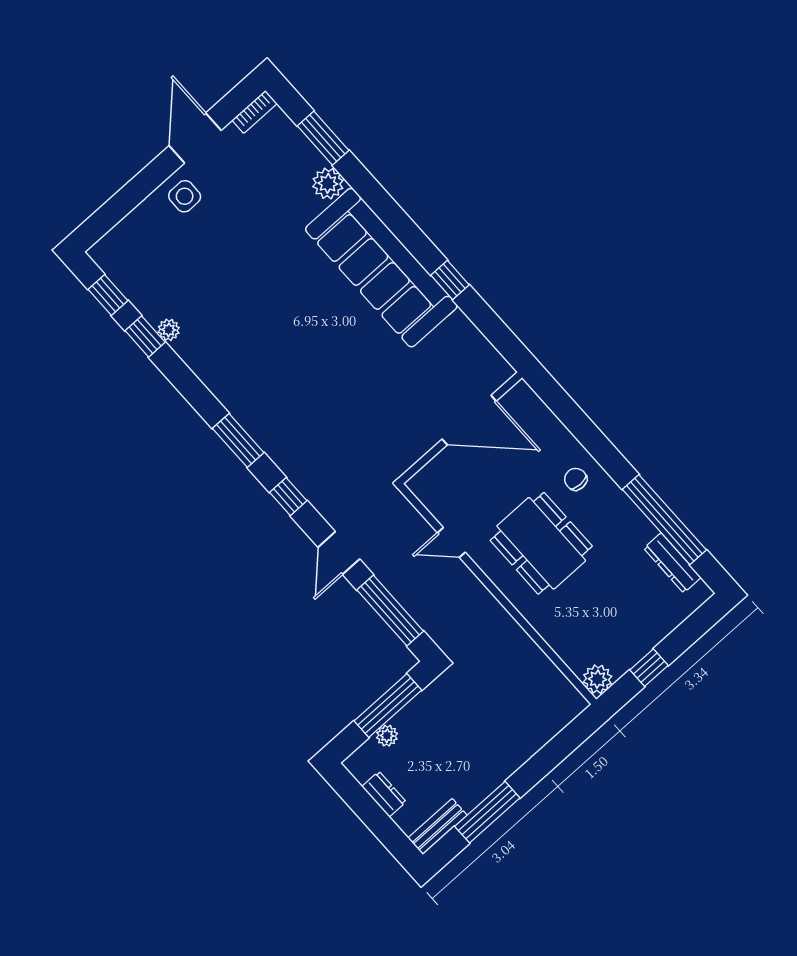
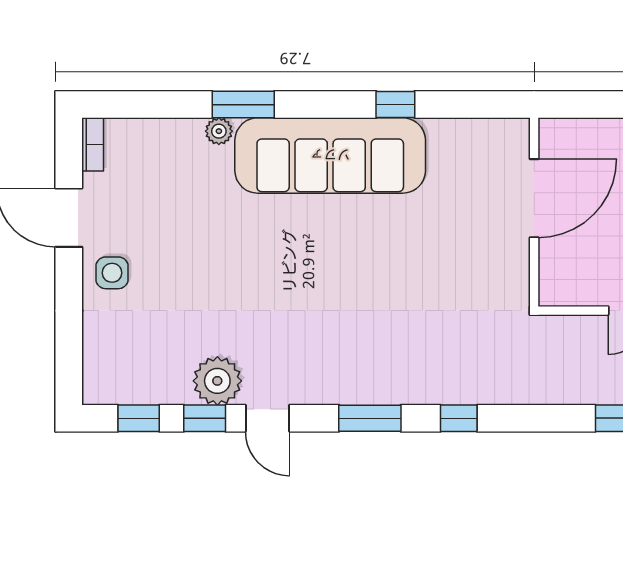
window: (323, 138) -> (243, 105), moved
plant: (328, 183) -> (219, 131), width x0.73, depth x0.73
plant: (169, 330) -> (217, 381), width x1.88, depth x1.88
door: (339, 553) -> (268, 418), moved

